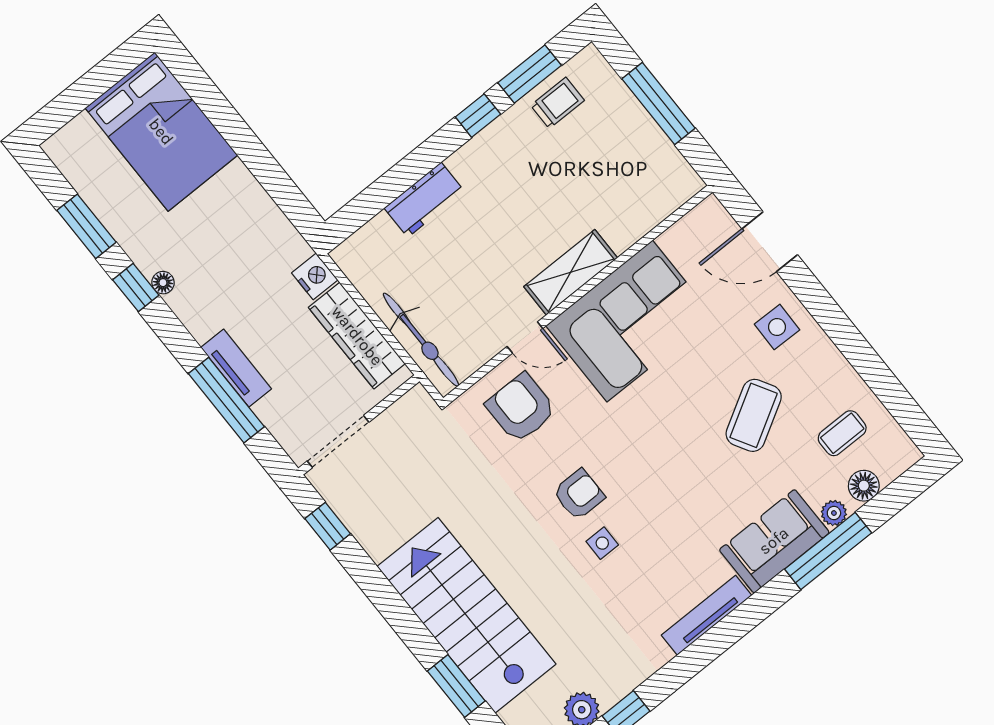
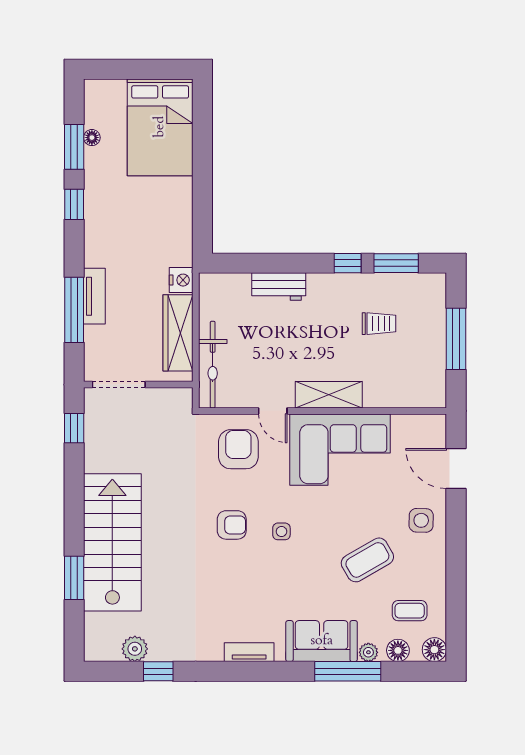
trolley: (558, 103) -> (379, 324), moved
floor lamp: (163, 283) -> (92, 138), moved
floor lamp: (902, 454) -> (434, 650), added
side table: (602, 543) -> (281, 531), moved
tv unit: (707, 615) -> (249, 652), width x0.71

